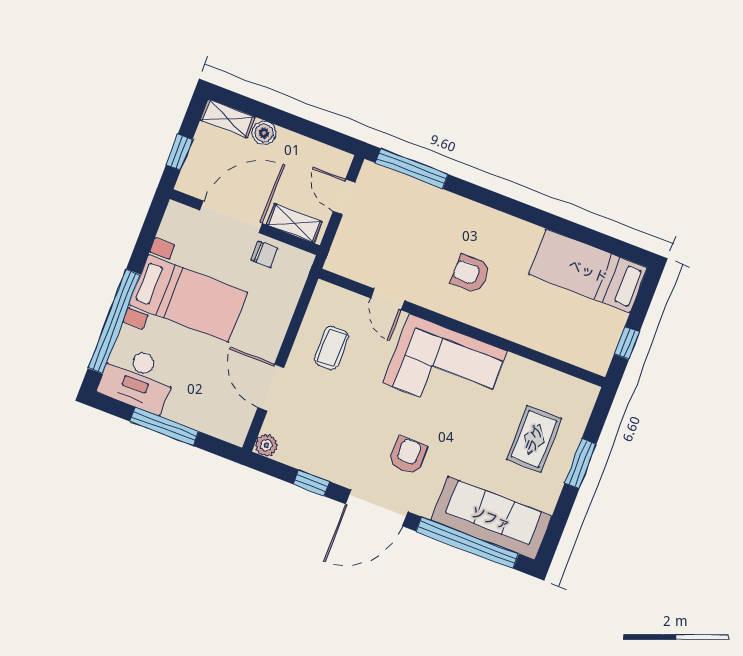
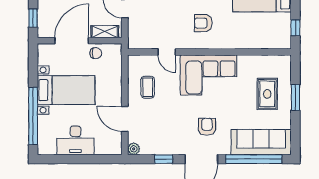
desk: (137, 379) -> (76, 140), moved
window: (164, 426) -> (79, 159), removed

